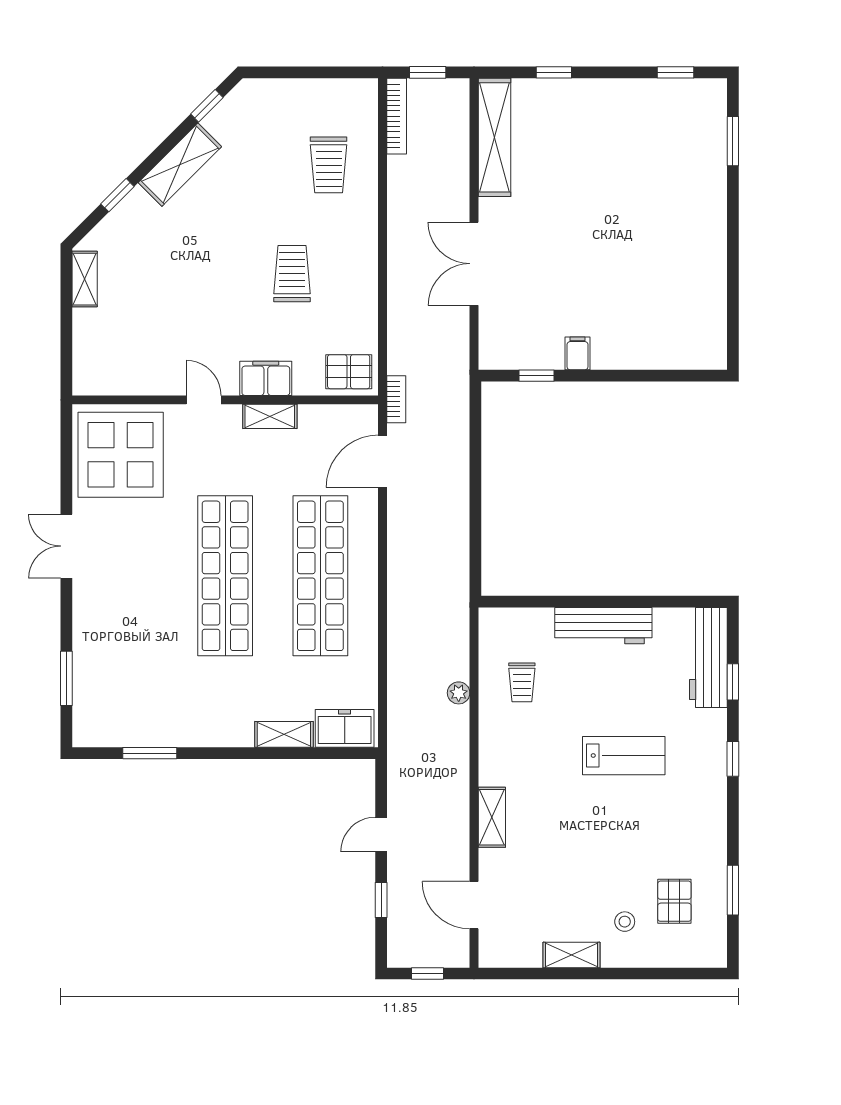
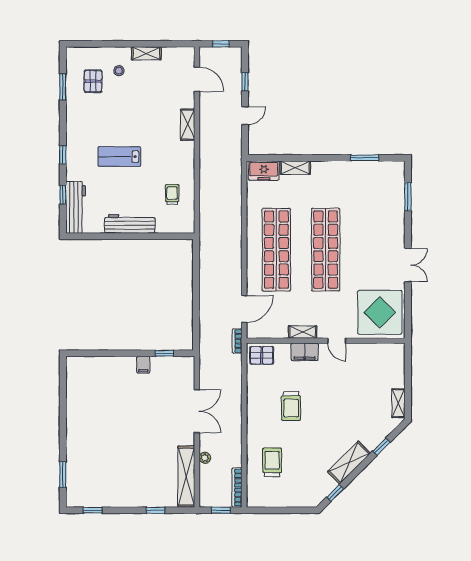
plant: (459, 693) -> (205, 458), moved

